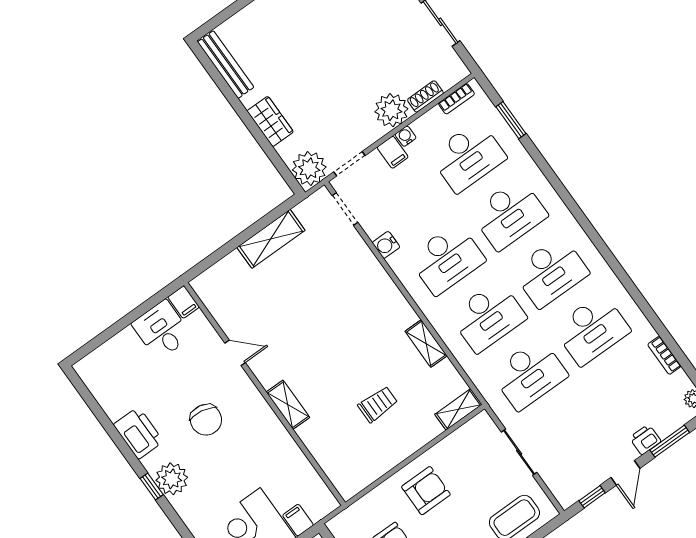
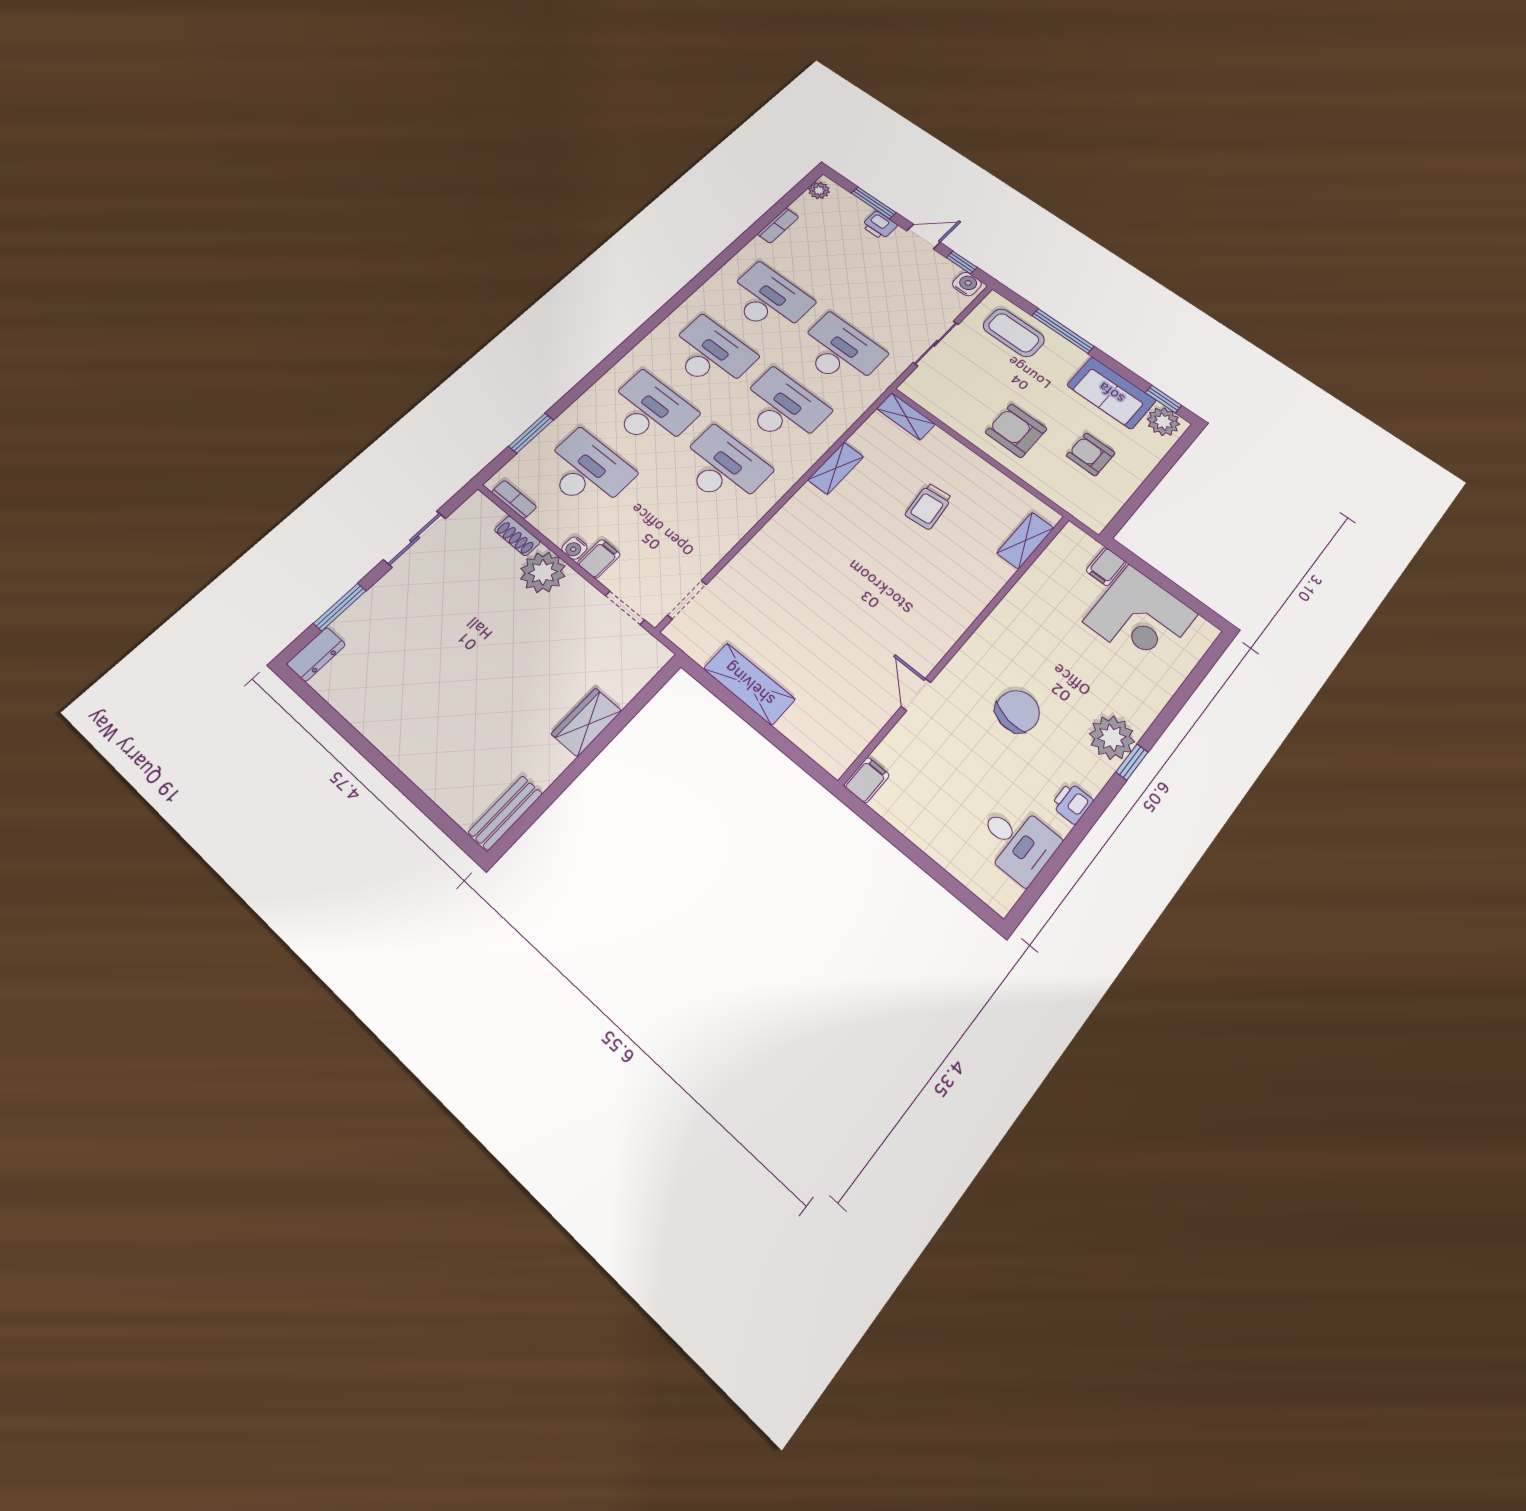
bench: (226, 65) -> (505, 813), width x0.73
plant: (309, 169) -> (642, 657), removed
water cooler: (386, 245) -> (967, 284), moved, turned -90
desk: (162, 330) -> (1017, 842), moved, turned -90
trolley: (378, 404) -> (929, 506), turned -96
shelving: (288, 405) -> (1025, 541), moved
printer: (138, 433) -> (1072, 803), width x0.53, depth x0.68

